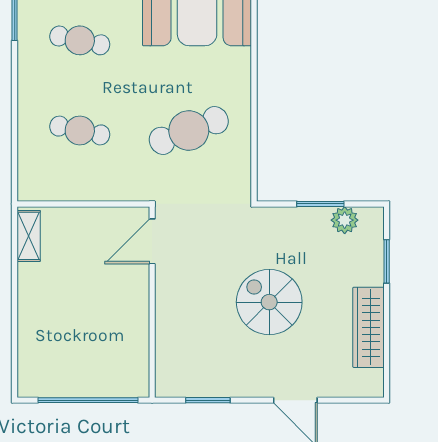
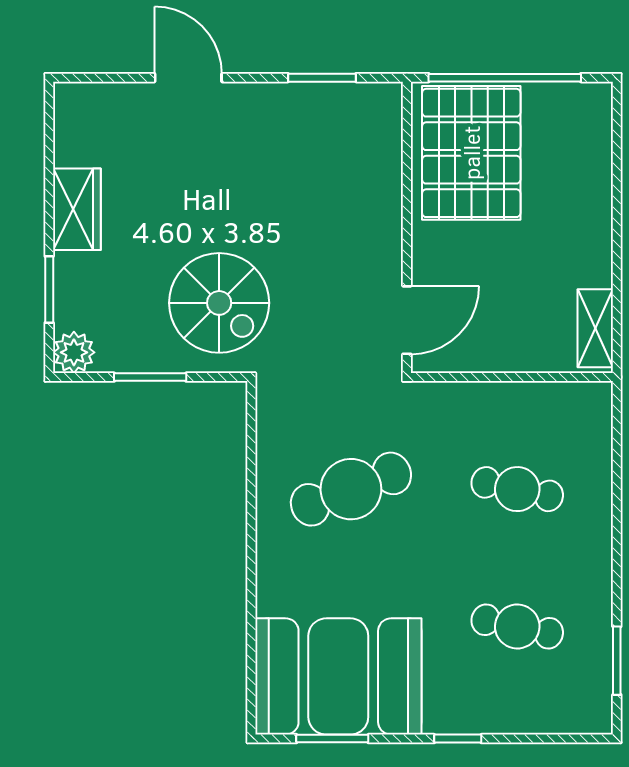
plant: (345, 220) -> (74, 352), moved
spiral stairs: (269, 302) -> (219, 303), moved
wardrobe: (368, 327) -> (77, 209), width x0.67
pallet: (110, 351) -> (471, 153), added

